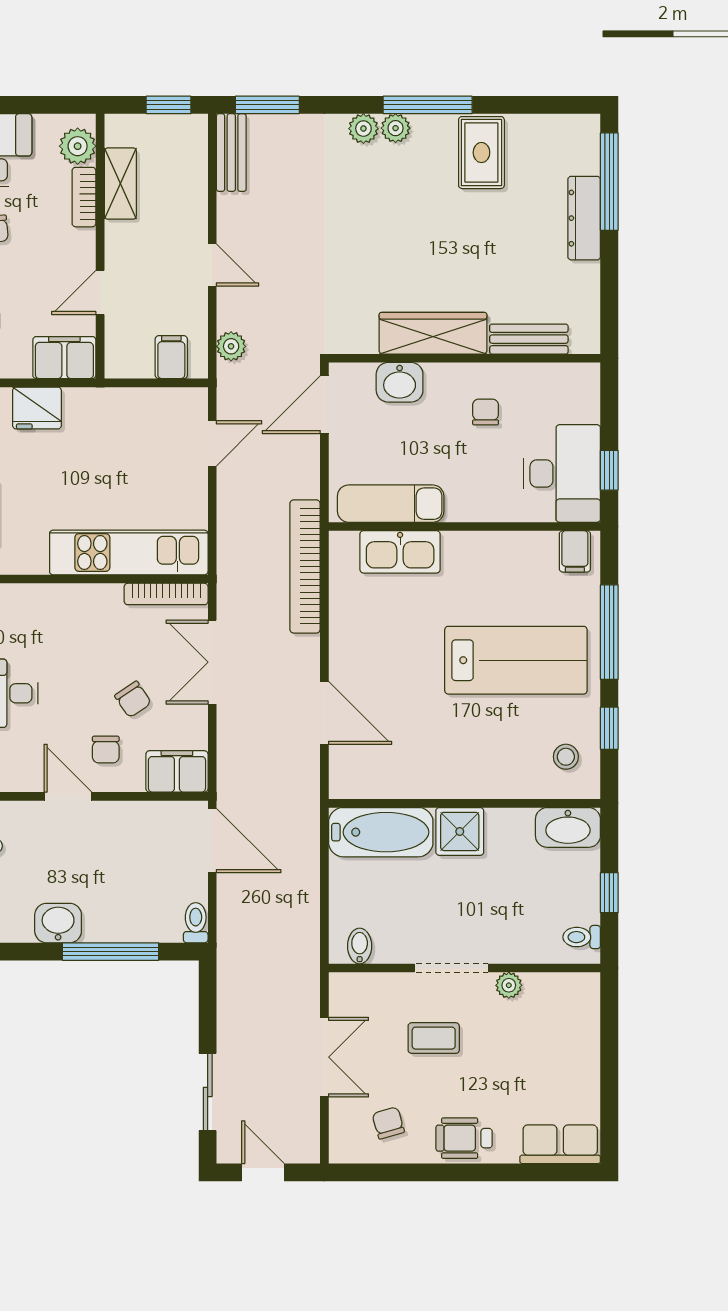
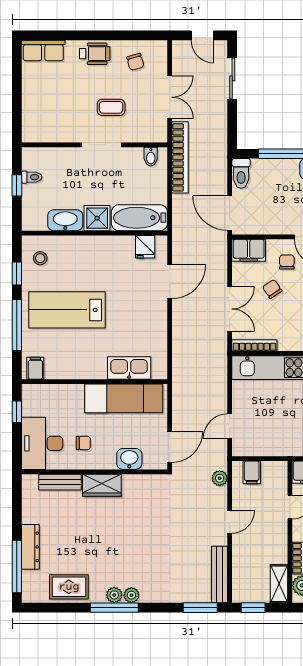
plant: (363, 129) -> (114, 595), moved
bench: (231, 152) -> (220, 575), width x1.36
rug: (481, 153) -> (69, 587), moved, turned 90
shelving: (120, 184) -> (279, 584), moved
door: (212, 265) -> (230, 522), swing flipped
wardrobe: (433, 333) -> (102, 485), width x0.67
chair: (486, 412) -> (83, 443), turned -90
desk: (562, 473) -> (42, 443), moved
exam couch: (391, 504) -> (124, 398), width x1.36, depth x1.45
bookcase: (305, 566) -> (180, 157), moved
door: (324, 713) -> (170, 282), swing flipped
fridge: (370, 778) -> (145, 247), added
washbasin: (568, 827) -> (65, 220), moved
toilet: (196, 923) -> (241, 173), width x1.37, depth x1.39
toilet: (582, 937) -> (32, 177), moved
plant: (509, 985) -> (71, 136), removed
double door: (324, 1057) -> (170, 97), swing flipped

